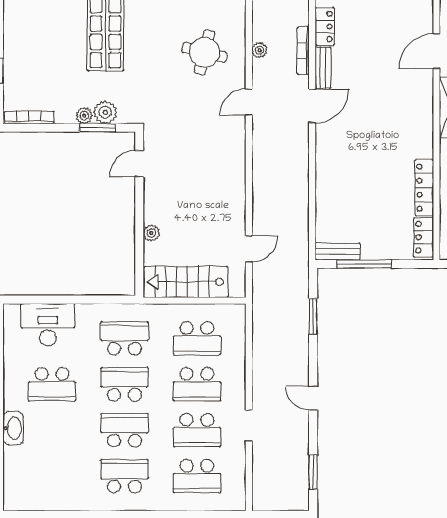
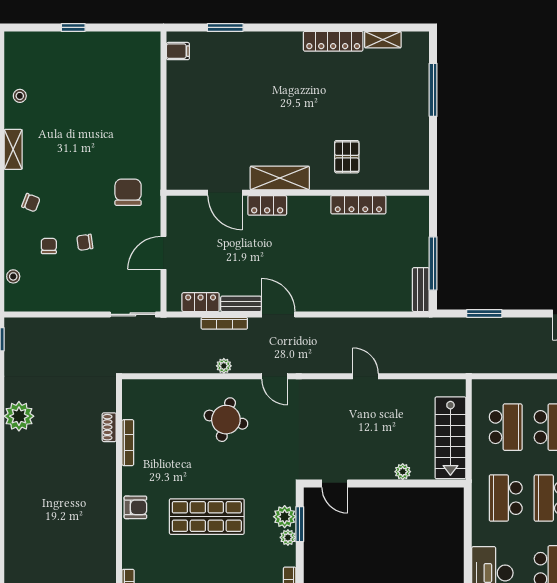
locker: (424, 237) -> (267, 205), moved
door: (249, 249) -> (365, 376), moved

